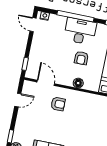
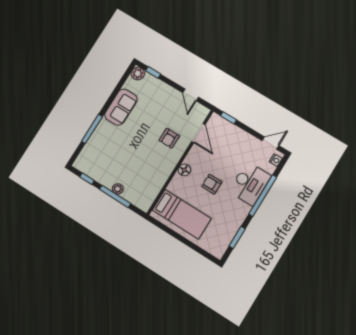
desk: (80, 31) -> (250, 184), moved
door: (46, 83) -> (198, 133), hinge flipped

